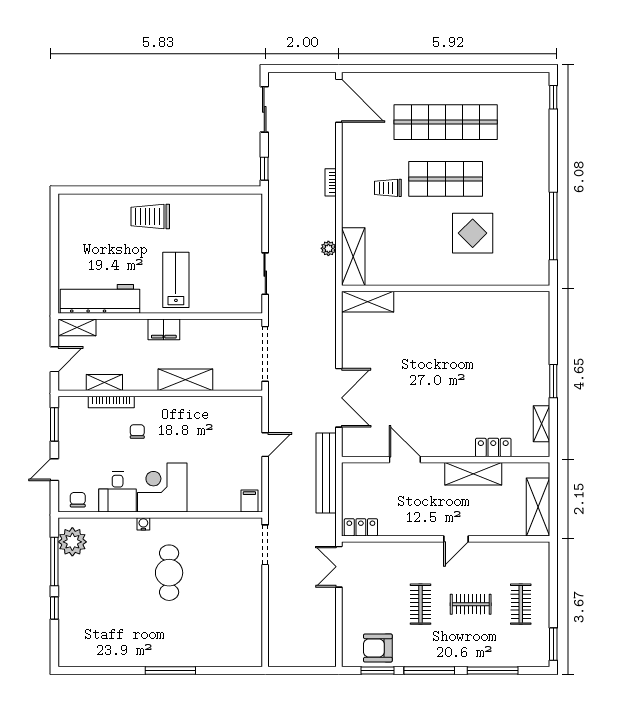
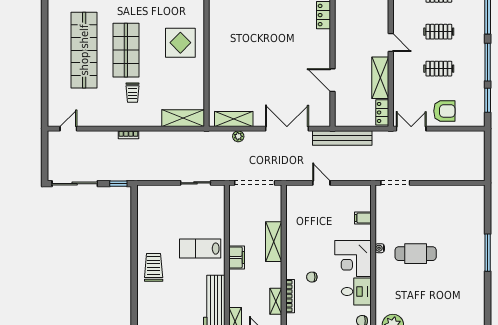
door: (339, 101) -> (68, 129), width x0.53
sliding door: (264, 109) -> (75, 184), width x1.37
trolley: (150, 216) -> (154, 267), turned 180
display table: (473, 233) -> (180, 43), moved
plant: (328, 248) -> (238, 136), moved
shelving: (368, 302) -> (234, 119), moved, turned 90
door: (405, 460) -> (332, 80), hinge flipped
shelving: (473, 474) -> (380, 78), moved
filing cabinet: (249, 501) -> (363, 218), moved
water cooler: (143, 524) -> (380, 248), moved
double door: (339, 567) -> (411, 129), swing flipped
clothes rail: (471, 604) -> (439, 32), turned 90
armchair: (378, 648) -> (444, 111), moved, turned -90

